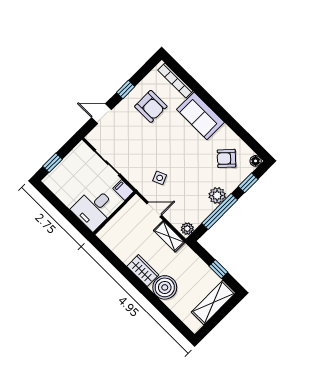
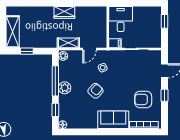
armchair: (226, 158) -> (95, 91), moved
boiler: (165, 287) -> (45, 15), removed

